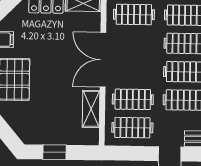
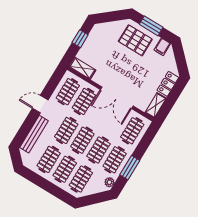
double door: (103, 60) -> (117, 98), swing flipped
shelving: (91, 109) -> (82, 68), moved

